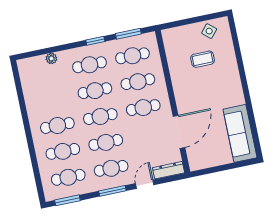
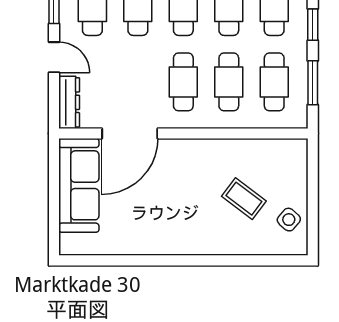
coffee table: (203, 59) -> (244, 199), turned -53
door: (179, 132) -> (130, 133), hinge flipped
sofa: (240, 133) -> (79, 185), moved, turned 90

